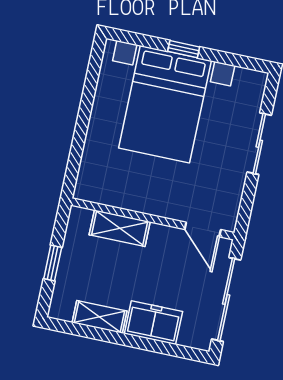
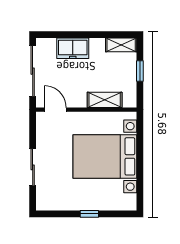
bed with nightstands: (165, 104) -> (105, 156), moved, turned -90
shelving: (100, 317) -> (121, 45), moved

